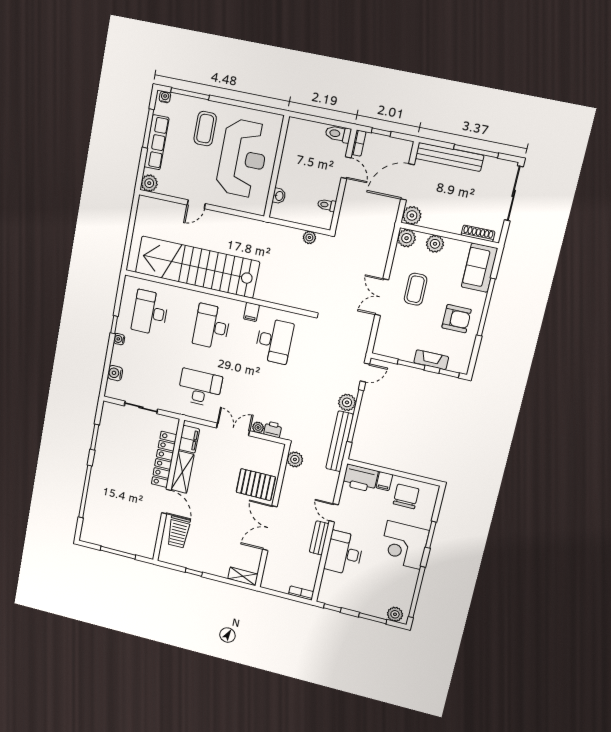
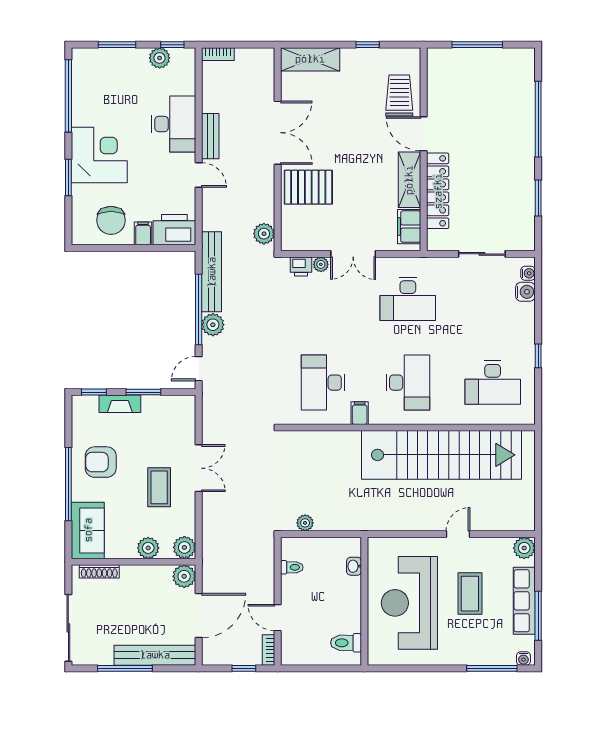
coffee table: (205, 129) -> (470, 594), moved
toilet: (338, 134) -> (346, 643), moved, turned 180
desk: (150, 313) -> (493, 383), turned 90
water cooler: (119, 339) -> (528, 273), moved
shelving: (243, 576) -> (310, 59), width x1.50, depth x1.33
plant: (395, 614) -> (160, 58), moved

